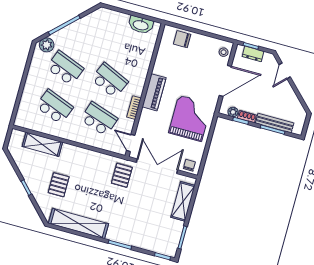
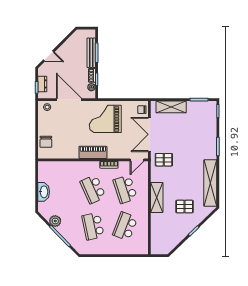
washbasin: (141, 25) -> (44, 192), moved
plant: (47, 45) -> (55, 221), moved
school desk: (65, 68) -> (93, 226), turned -33
school desk: (110, 80) -> (93, 189), turned -48
school desk: (99, 119) -> (125, 189), turned -36
shelving: (42, 144) -> (157, 198), moved

